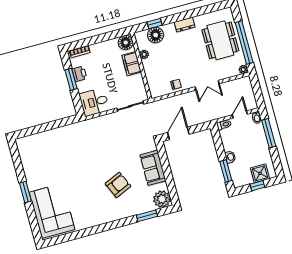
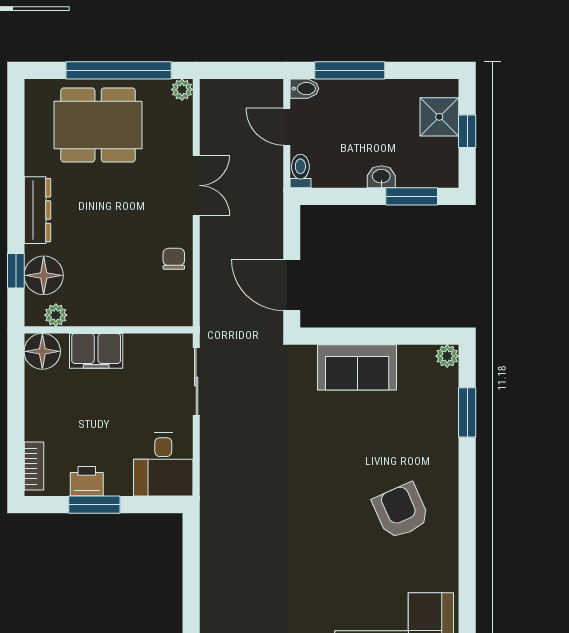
dresser: (185, 24) -> (37, 210), width x1.44
plant: (144, 54) -> (56, 315), moved
armchair: (118, 185) -> (401, 511), moved
plant: (162, 199) -> (447, 356), width x0.53, depth x0.53

